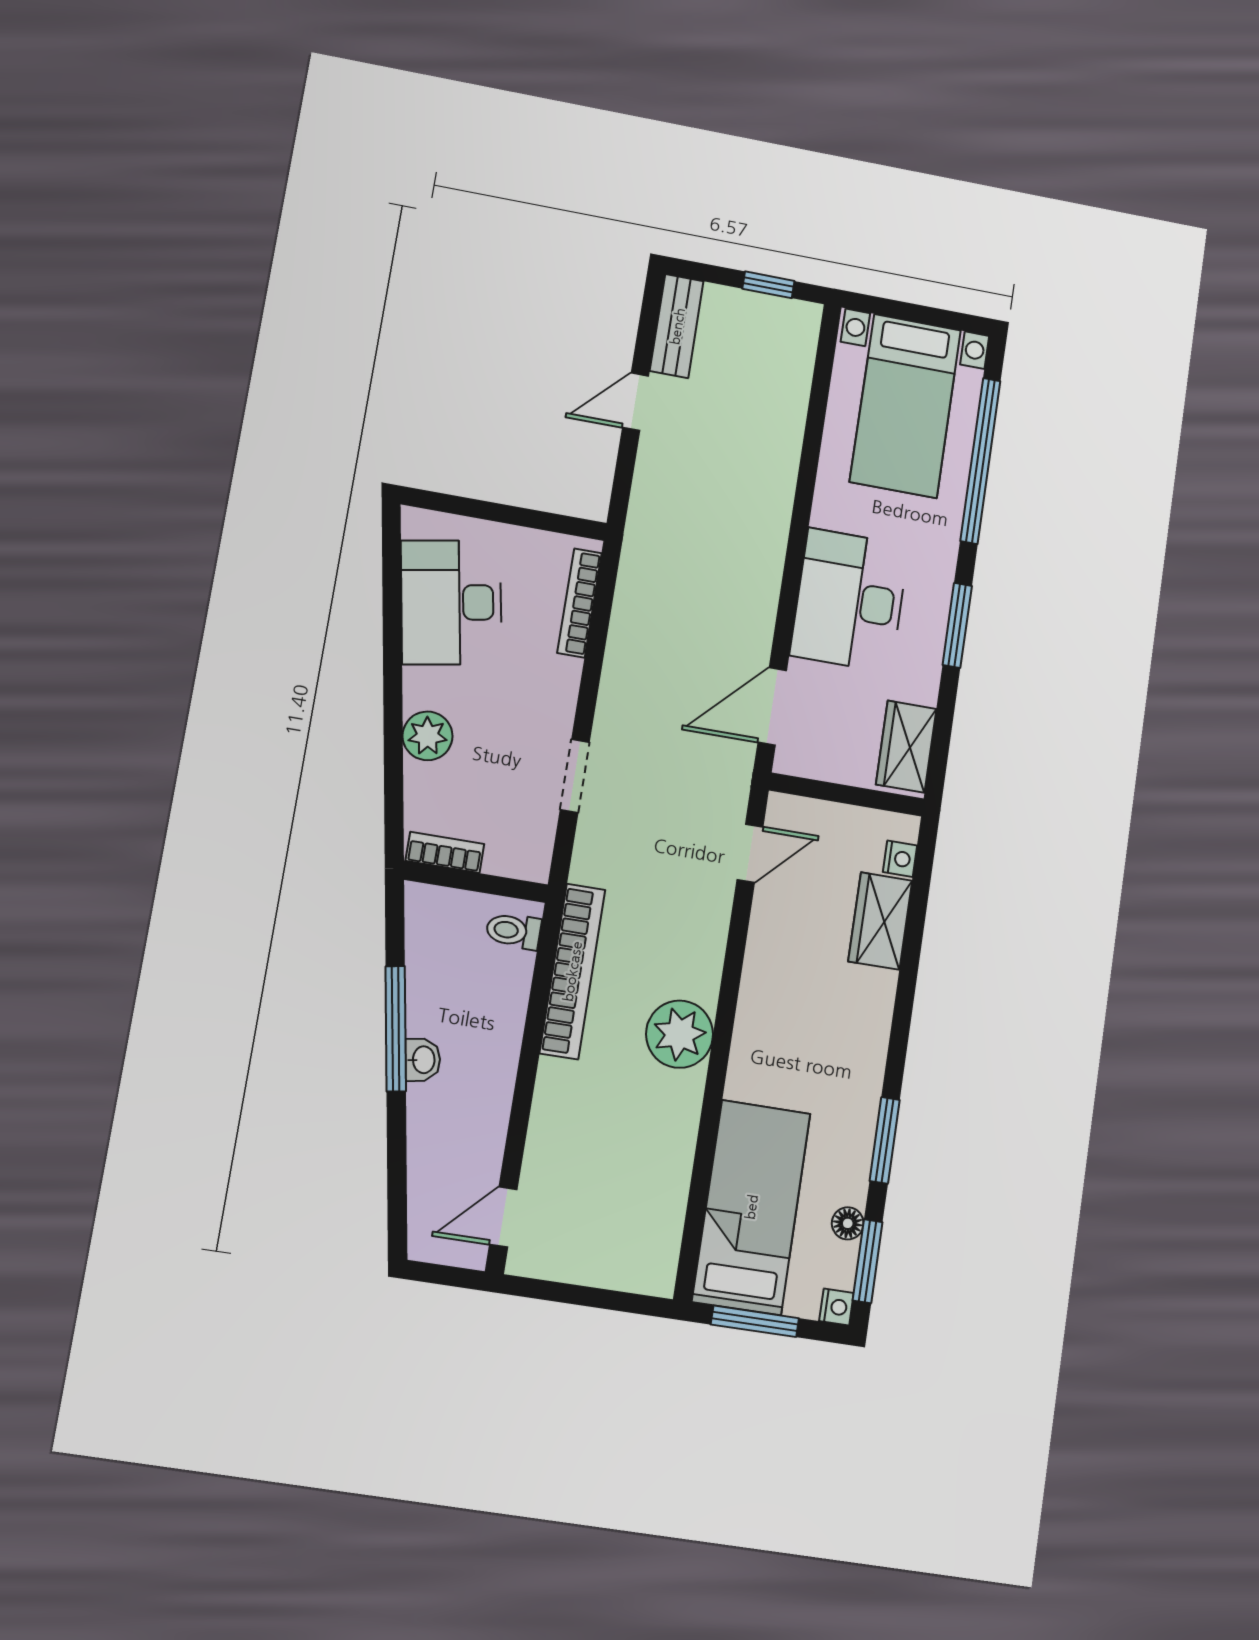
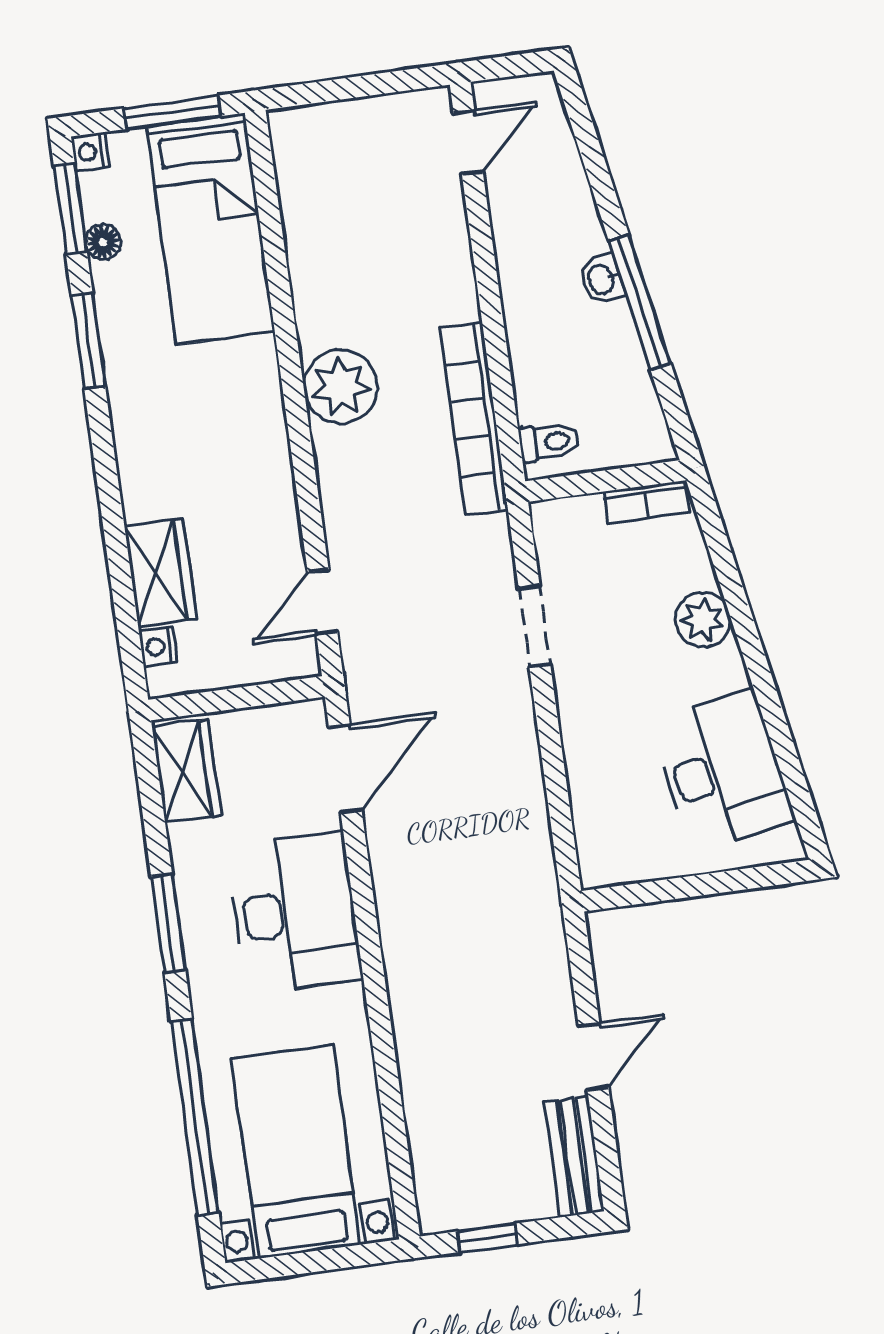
bookcase: (580, 603) -> (586, 815), removed

